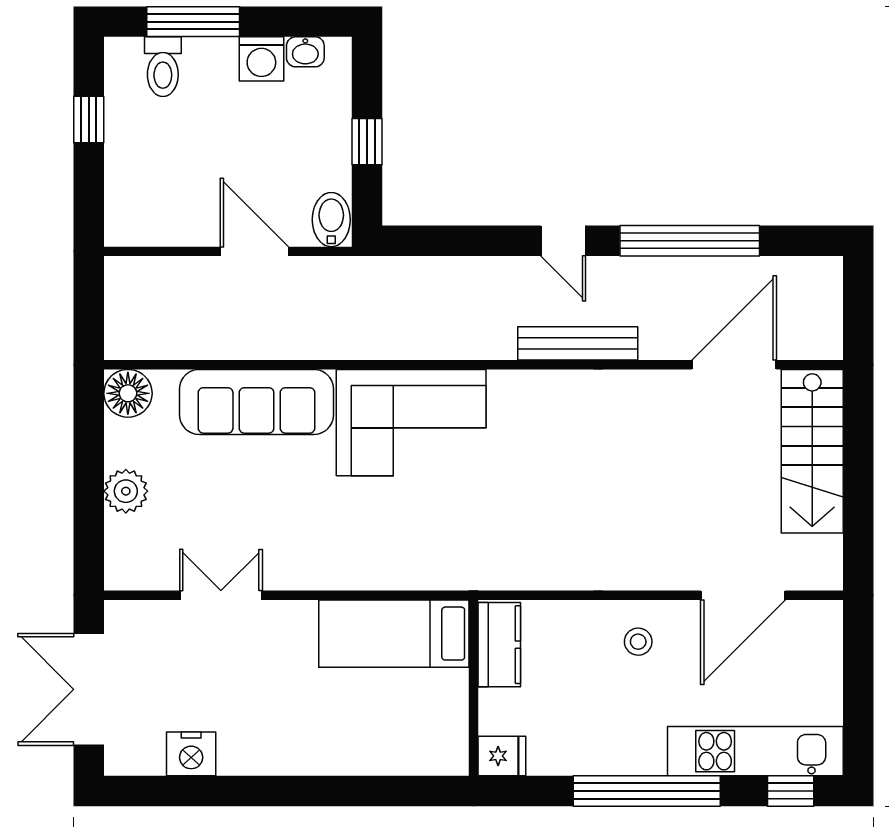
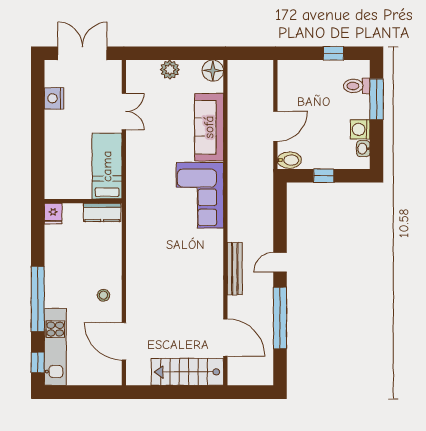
bed: (394, 634) -> (107, 166), moved
kitchen counter: (499, 645) -> (102, 212), moved
wall: (474, 688) -> (83, 201), moved
fridge: (502, 756) -> (53, 214), moved

